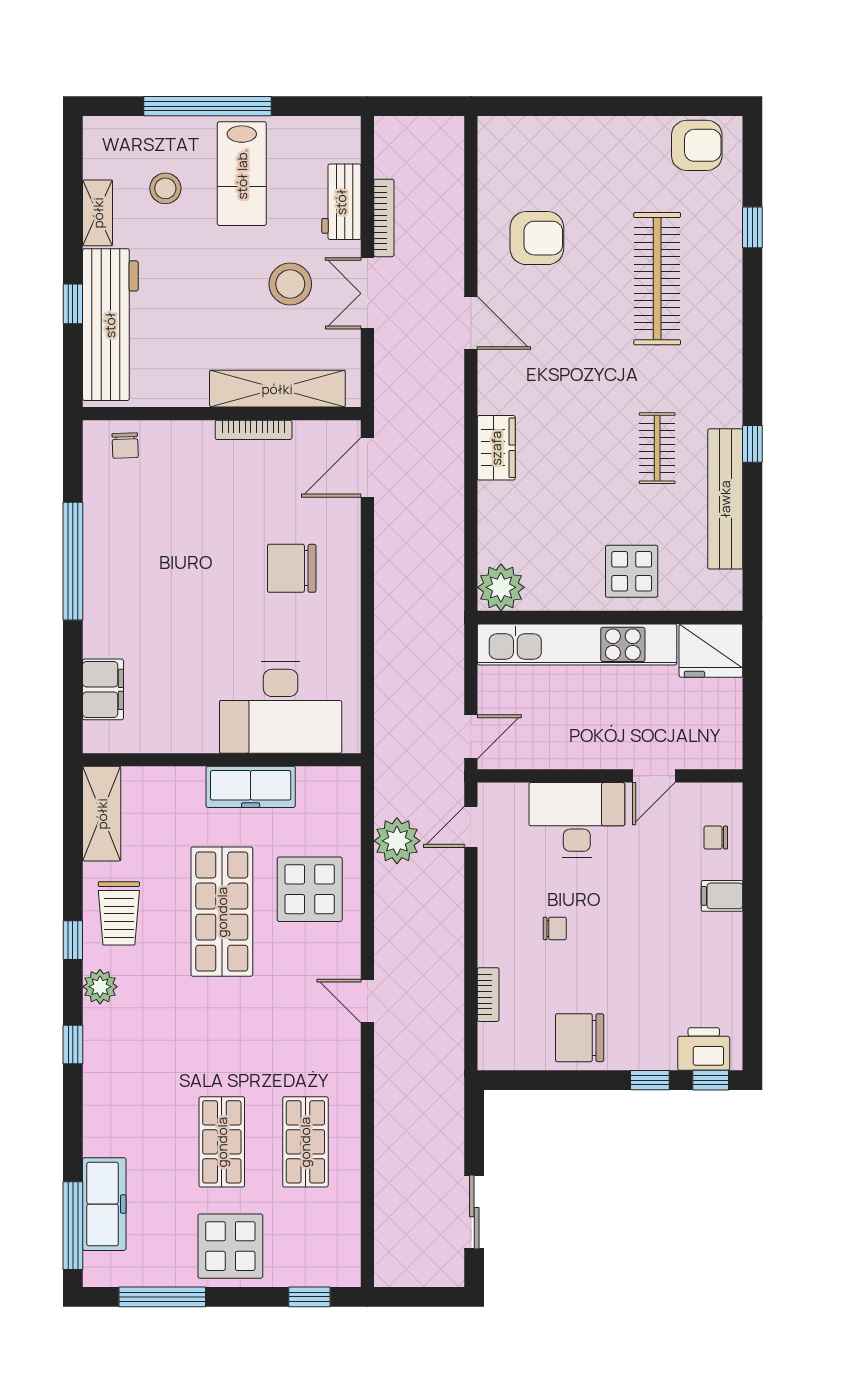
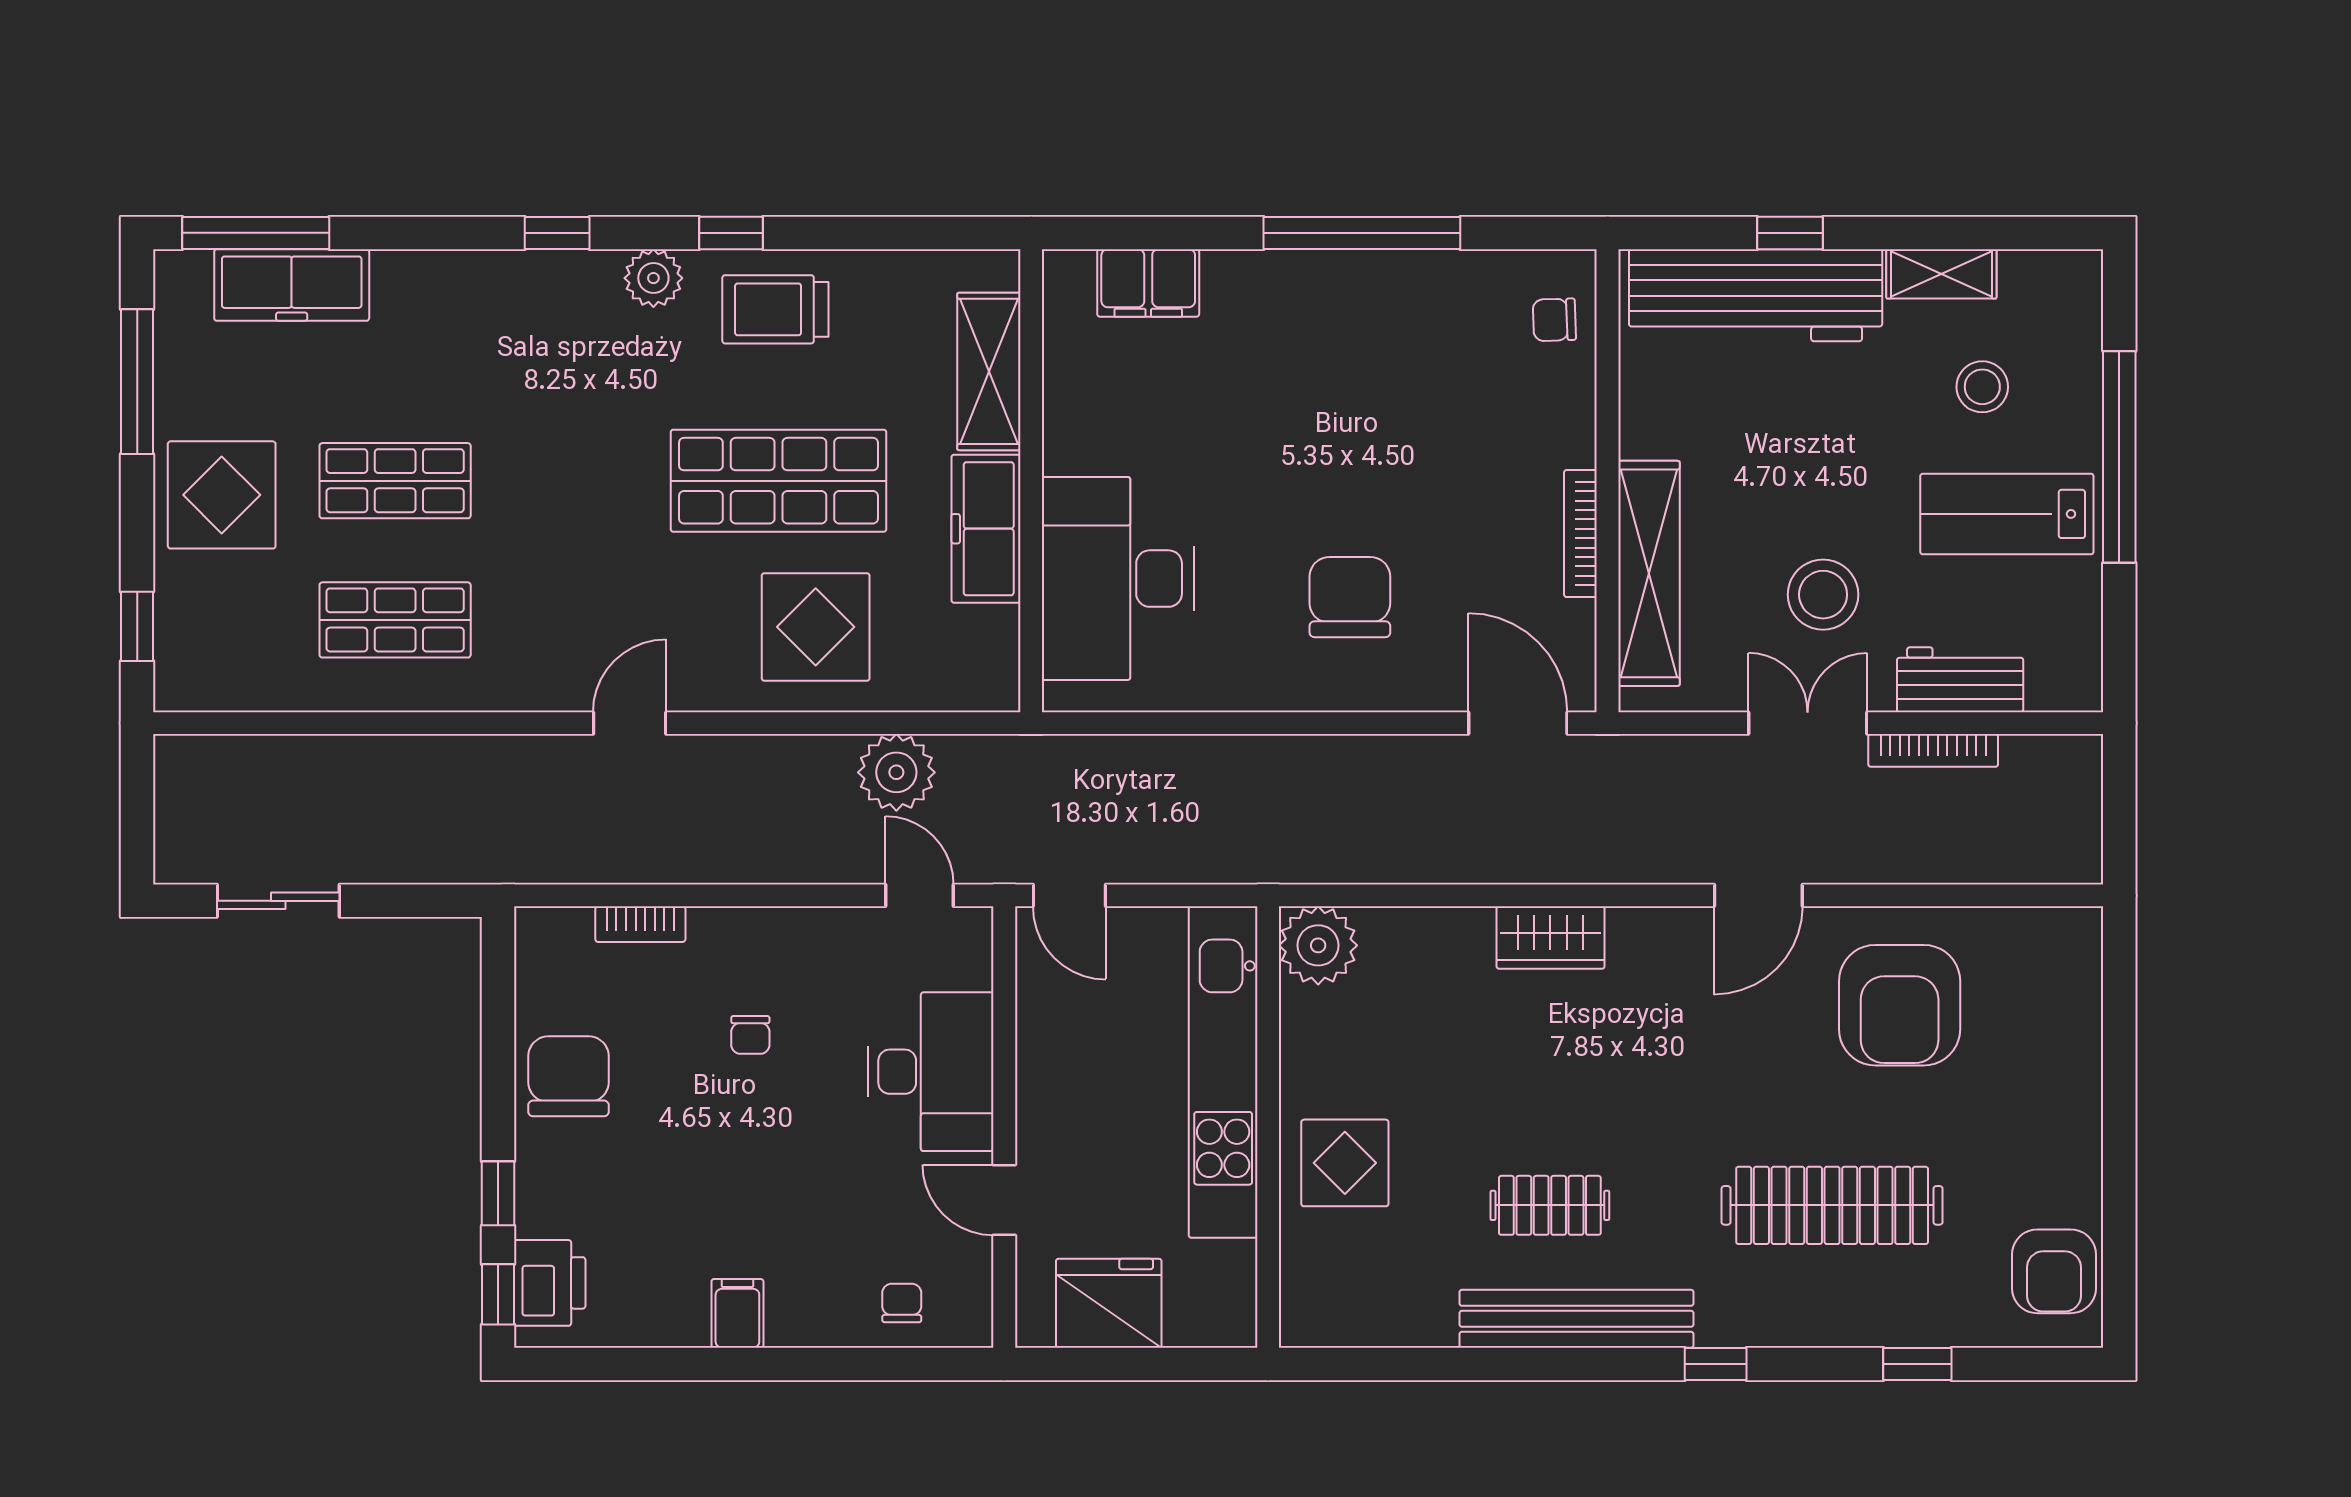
armchair: (537, 238) -> (1900, 1005), width x1.36, depth x1.36
window: (752, 444) -> (1716, 1364), moved
bench: (725, 499) -> (1577, 1319), moved
fridge: (711, 651) -> (1109, 1303), moved, turned 90
shelving: (102, 814) -> (989, 371), moved, turned 90
filing cabinet: (722, 896) -> (737, 1313), moved

